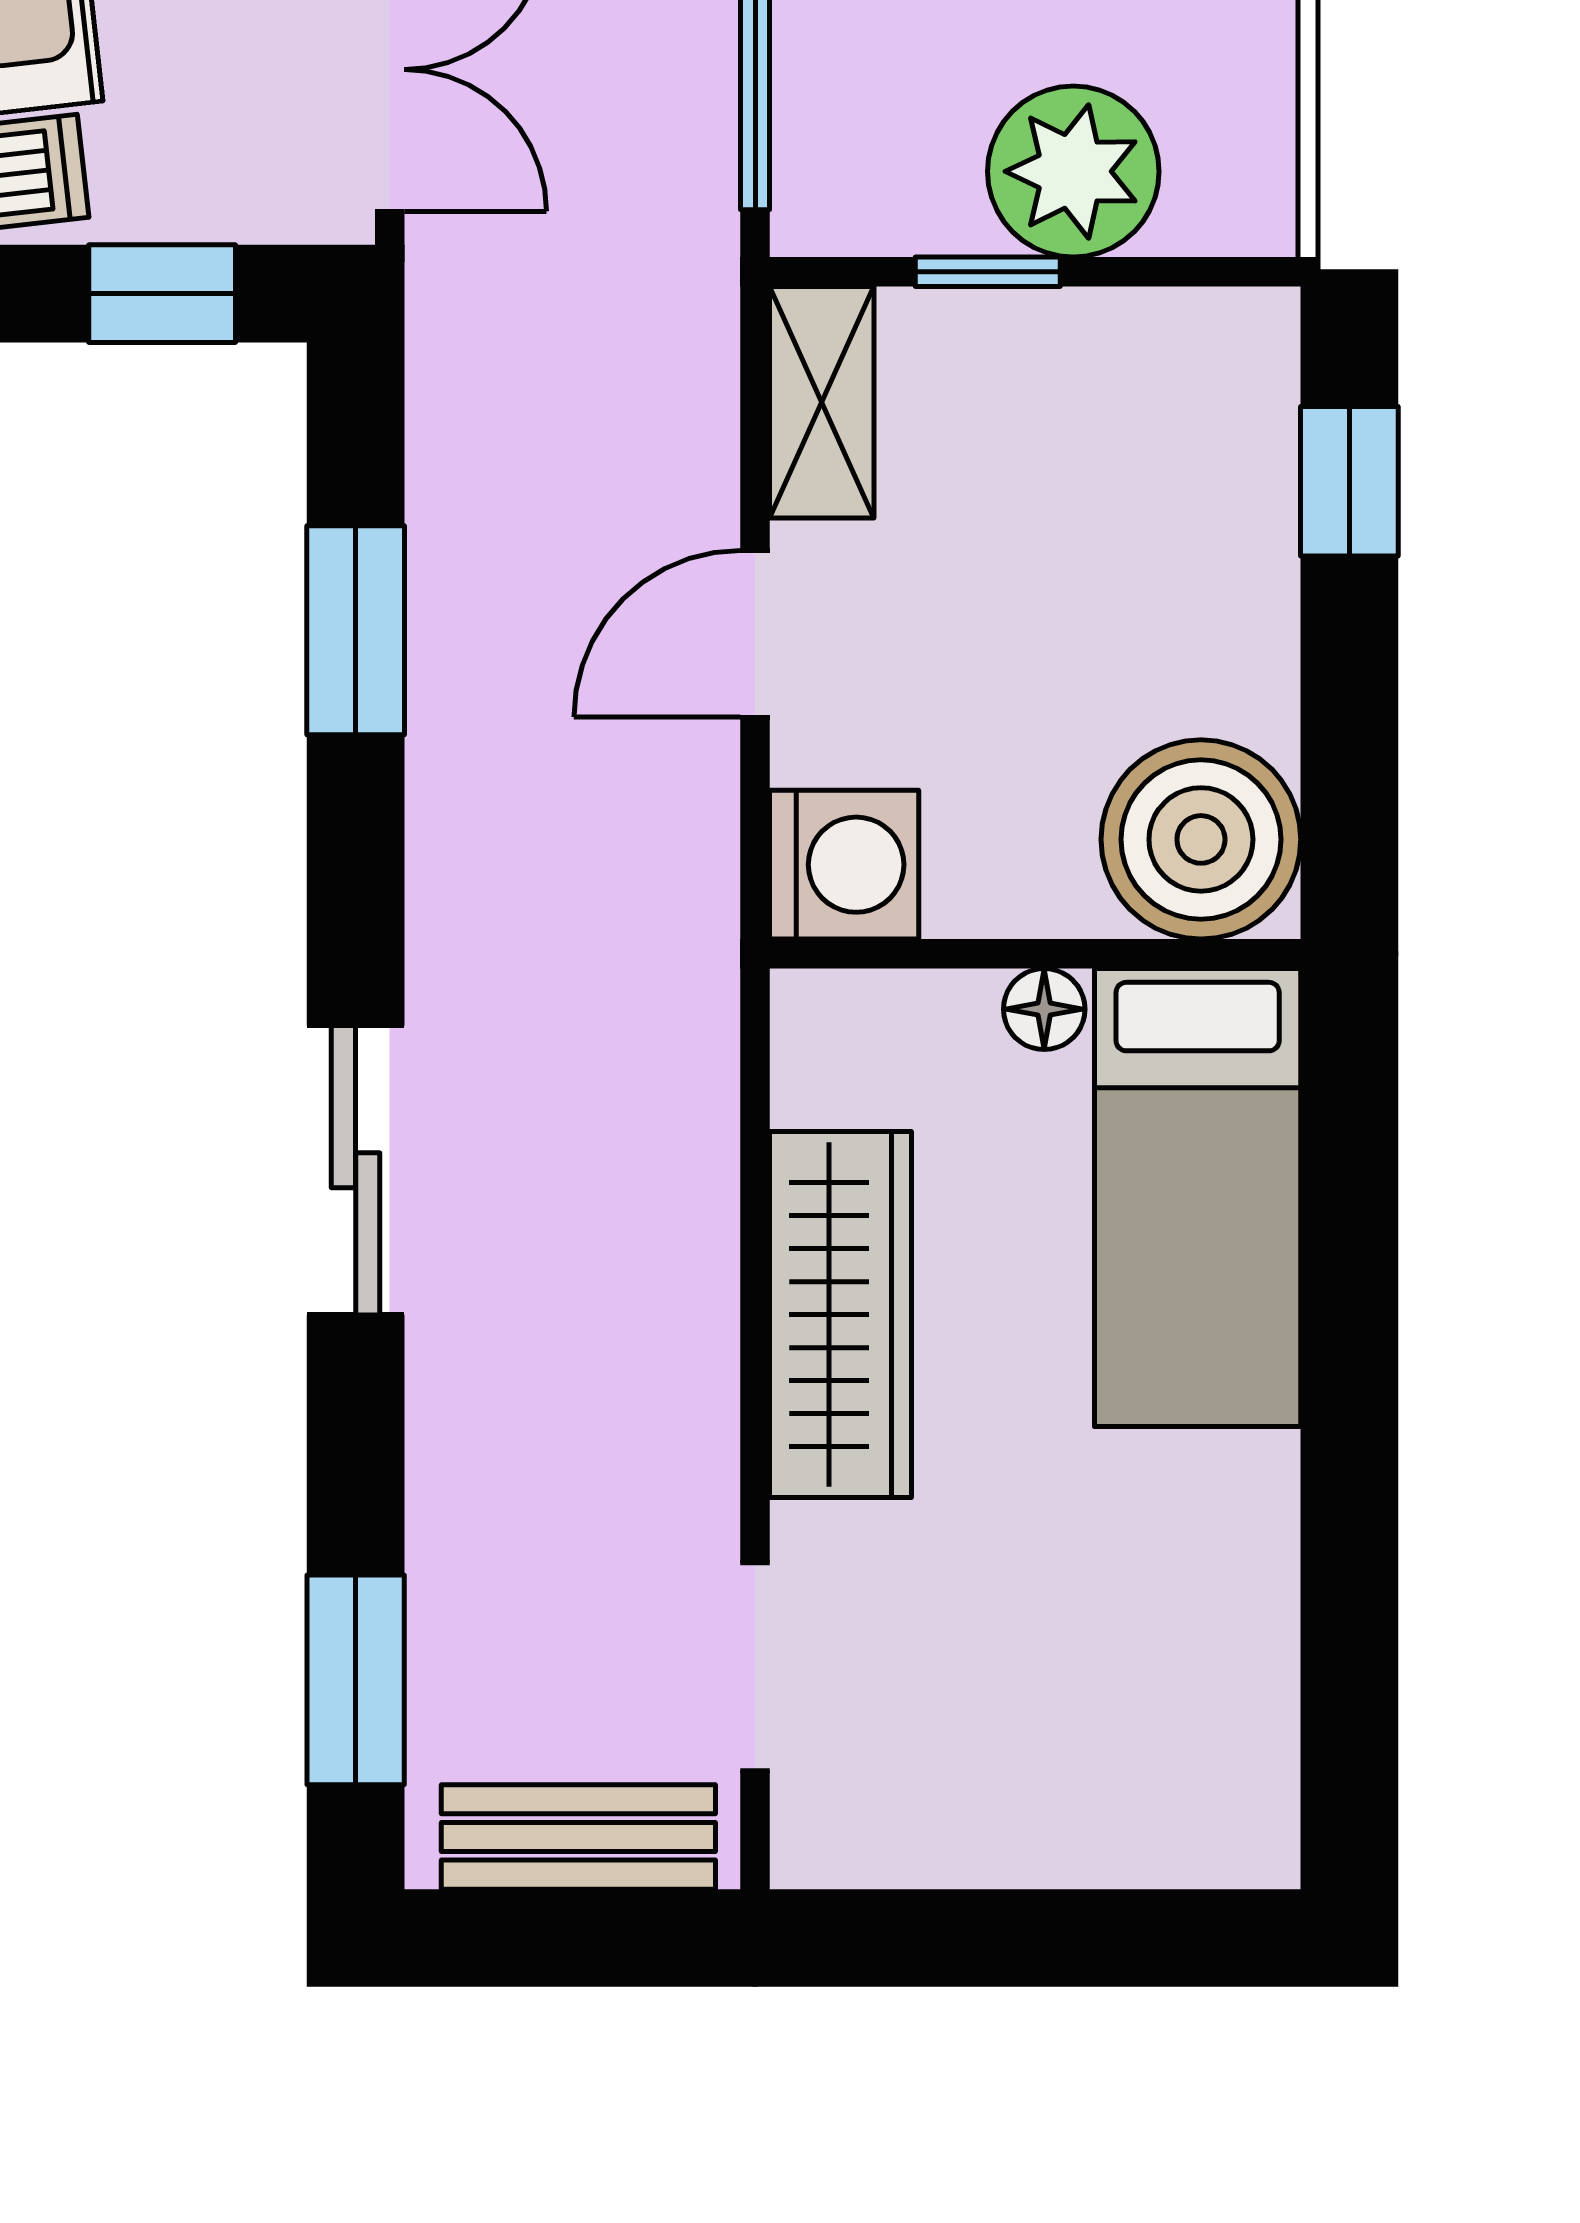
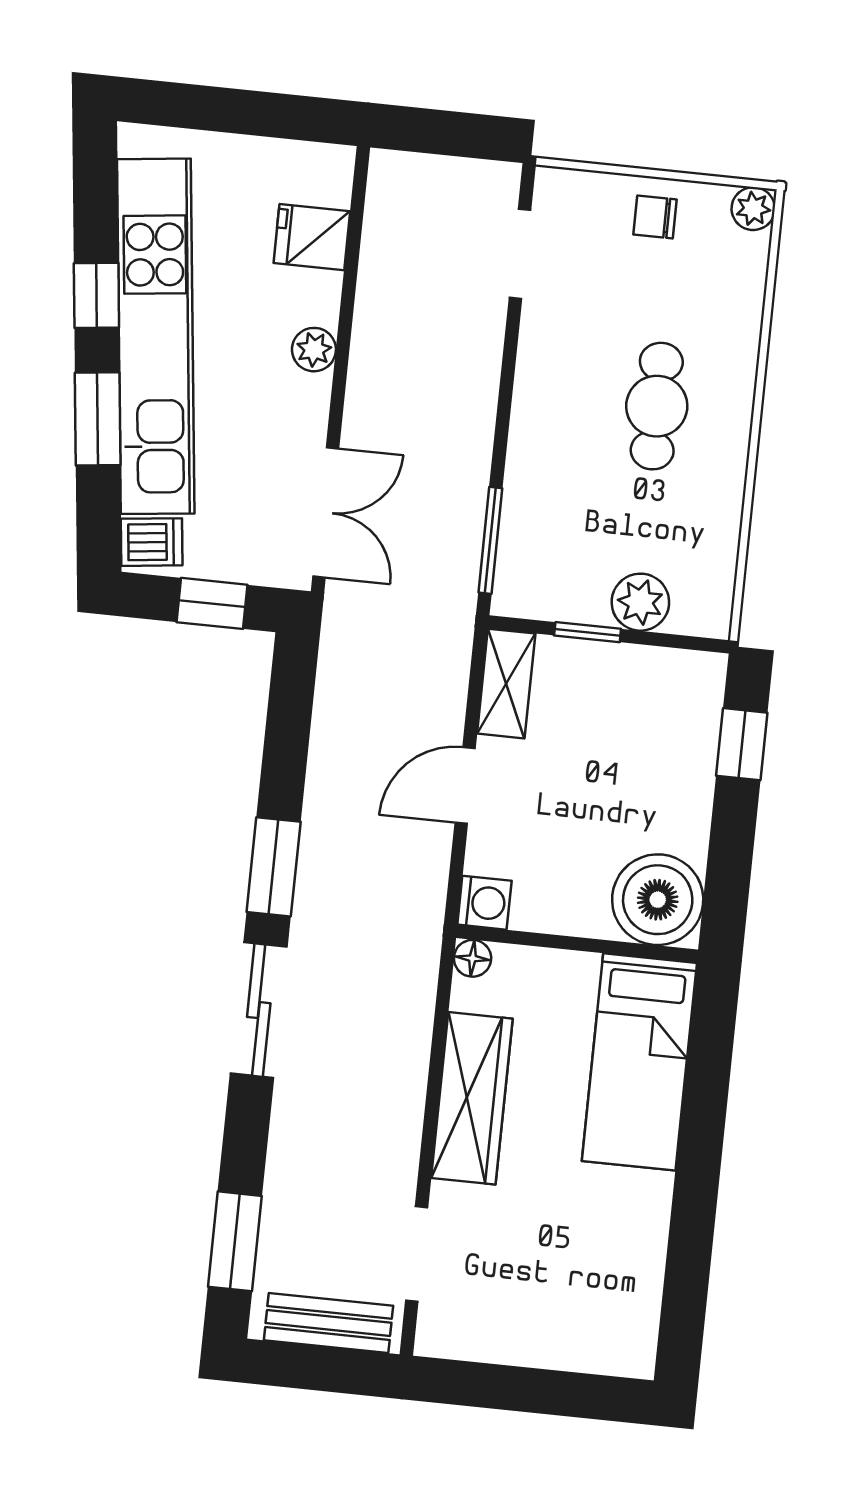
plant: (1073, 171) -> (640, 602), width x0.73, depth x0.73
window: (356, 630) -> (274, 867), moved
washing machine: (844, 865) -> (484, 903), width x0.73, depth x0.73
floor lamp: (1044, 1009) -> (473, 958), moved

